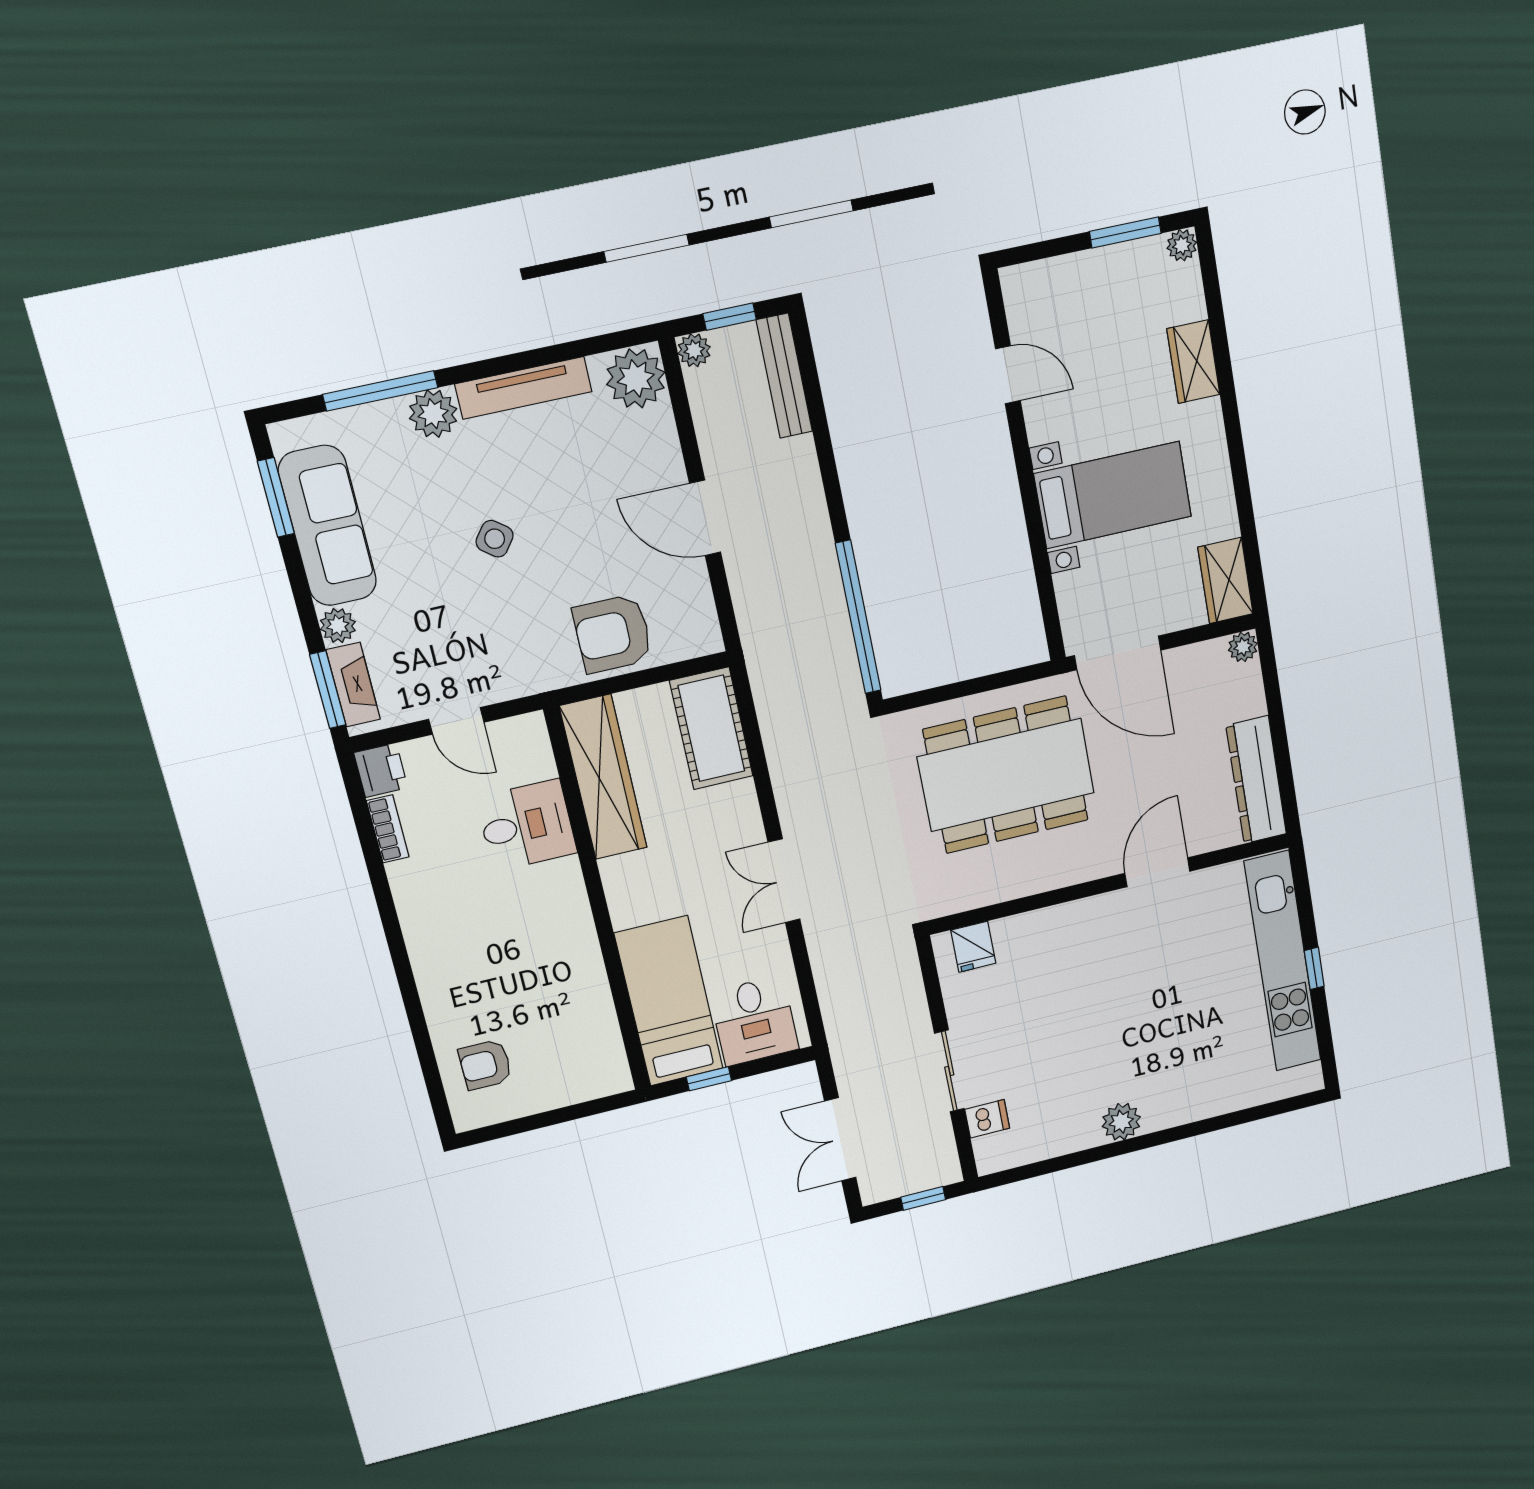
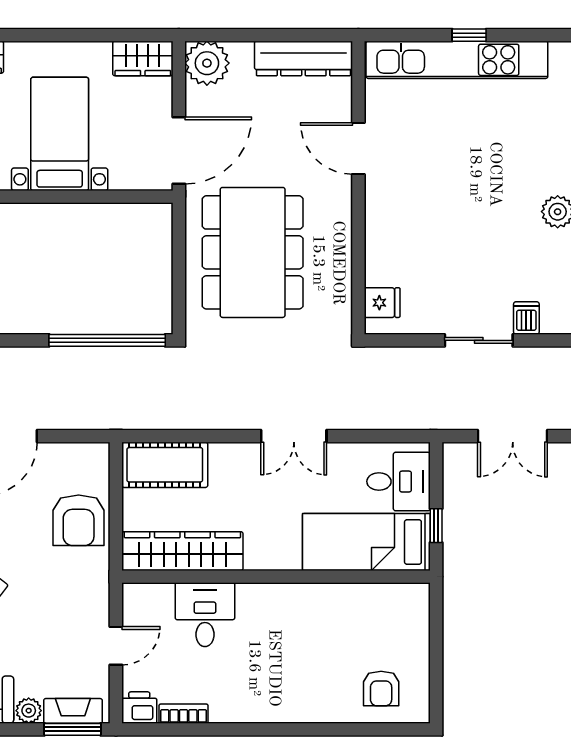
plant: (1243, 647) -> (207, 63), width x1.87, depth x1.87

